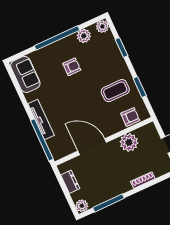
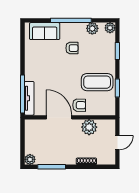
sofa: (25, 74) -> (45, 31), moved, turned 90
coffee table: (115, 91) -> (97, 82), width x1.36, depth x1.32
armchair: (130, 117) -> (79, 105), moved
tv unit: (41, 120) -> (29, 98), moved
dresser: (70, 182) -> (30, 137), removed

